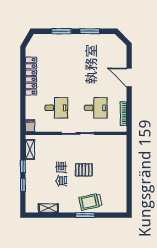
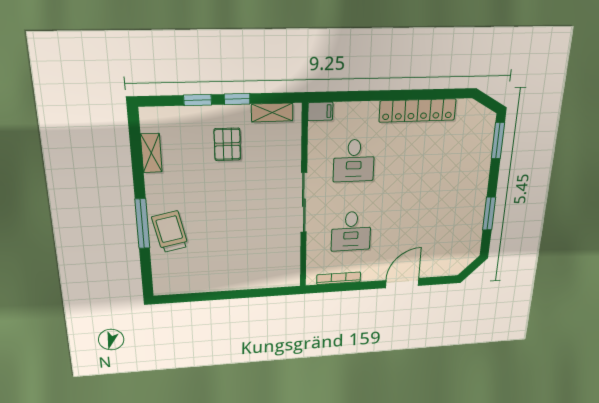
window: (61, 31) -> (498, 141), moved
pallet: (84, 170) -> (227, 144), moved
window: (85, 215) -> (142, 224), width x1.44

